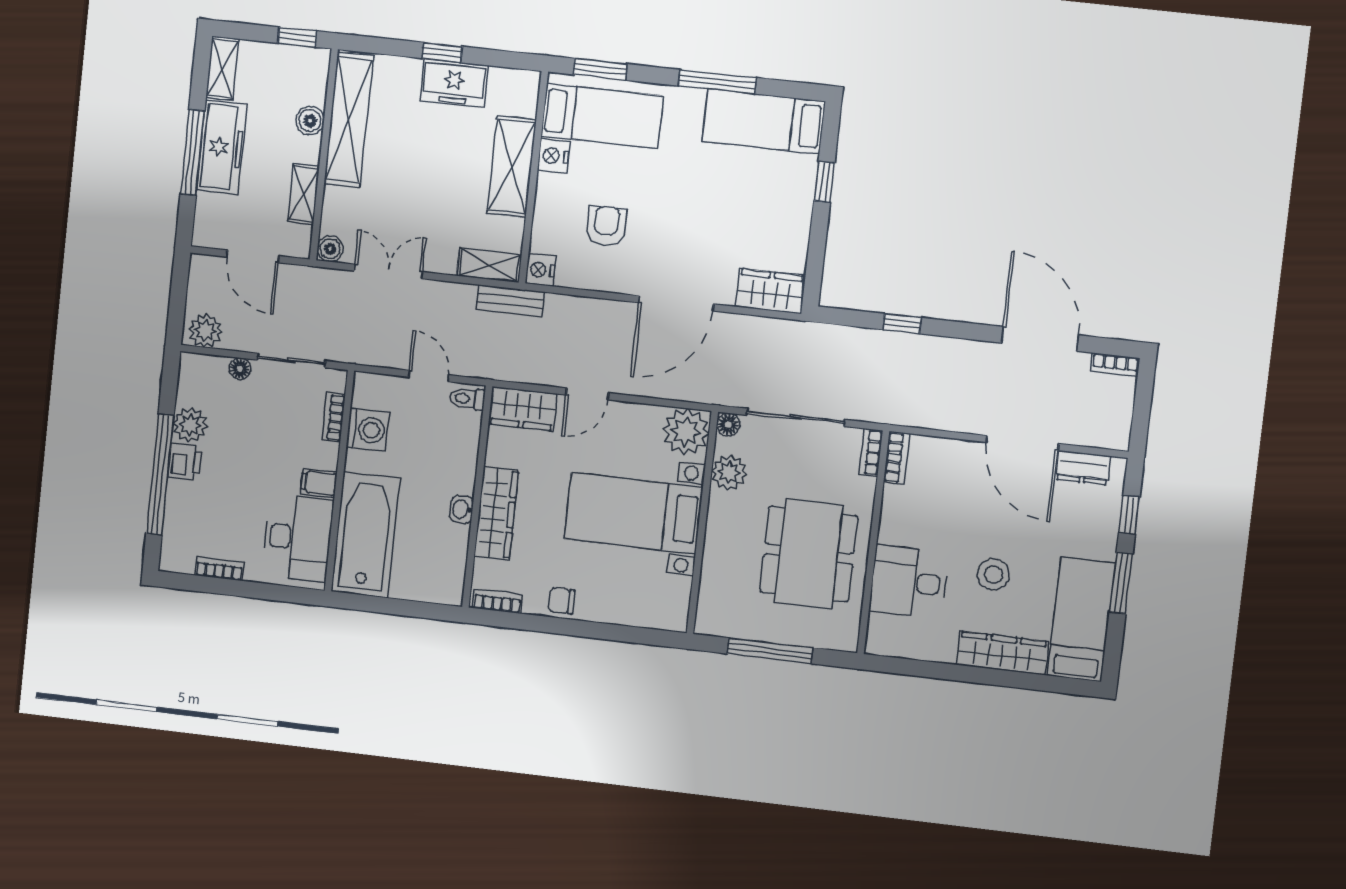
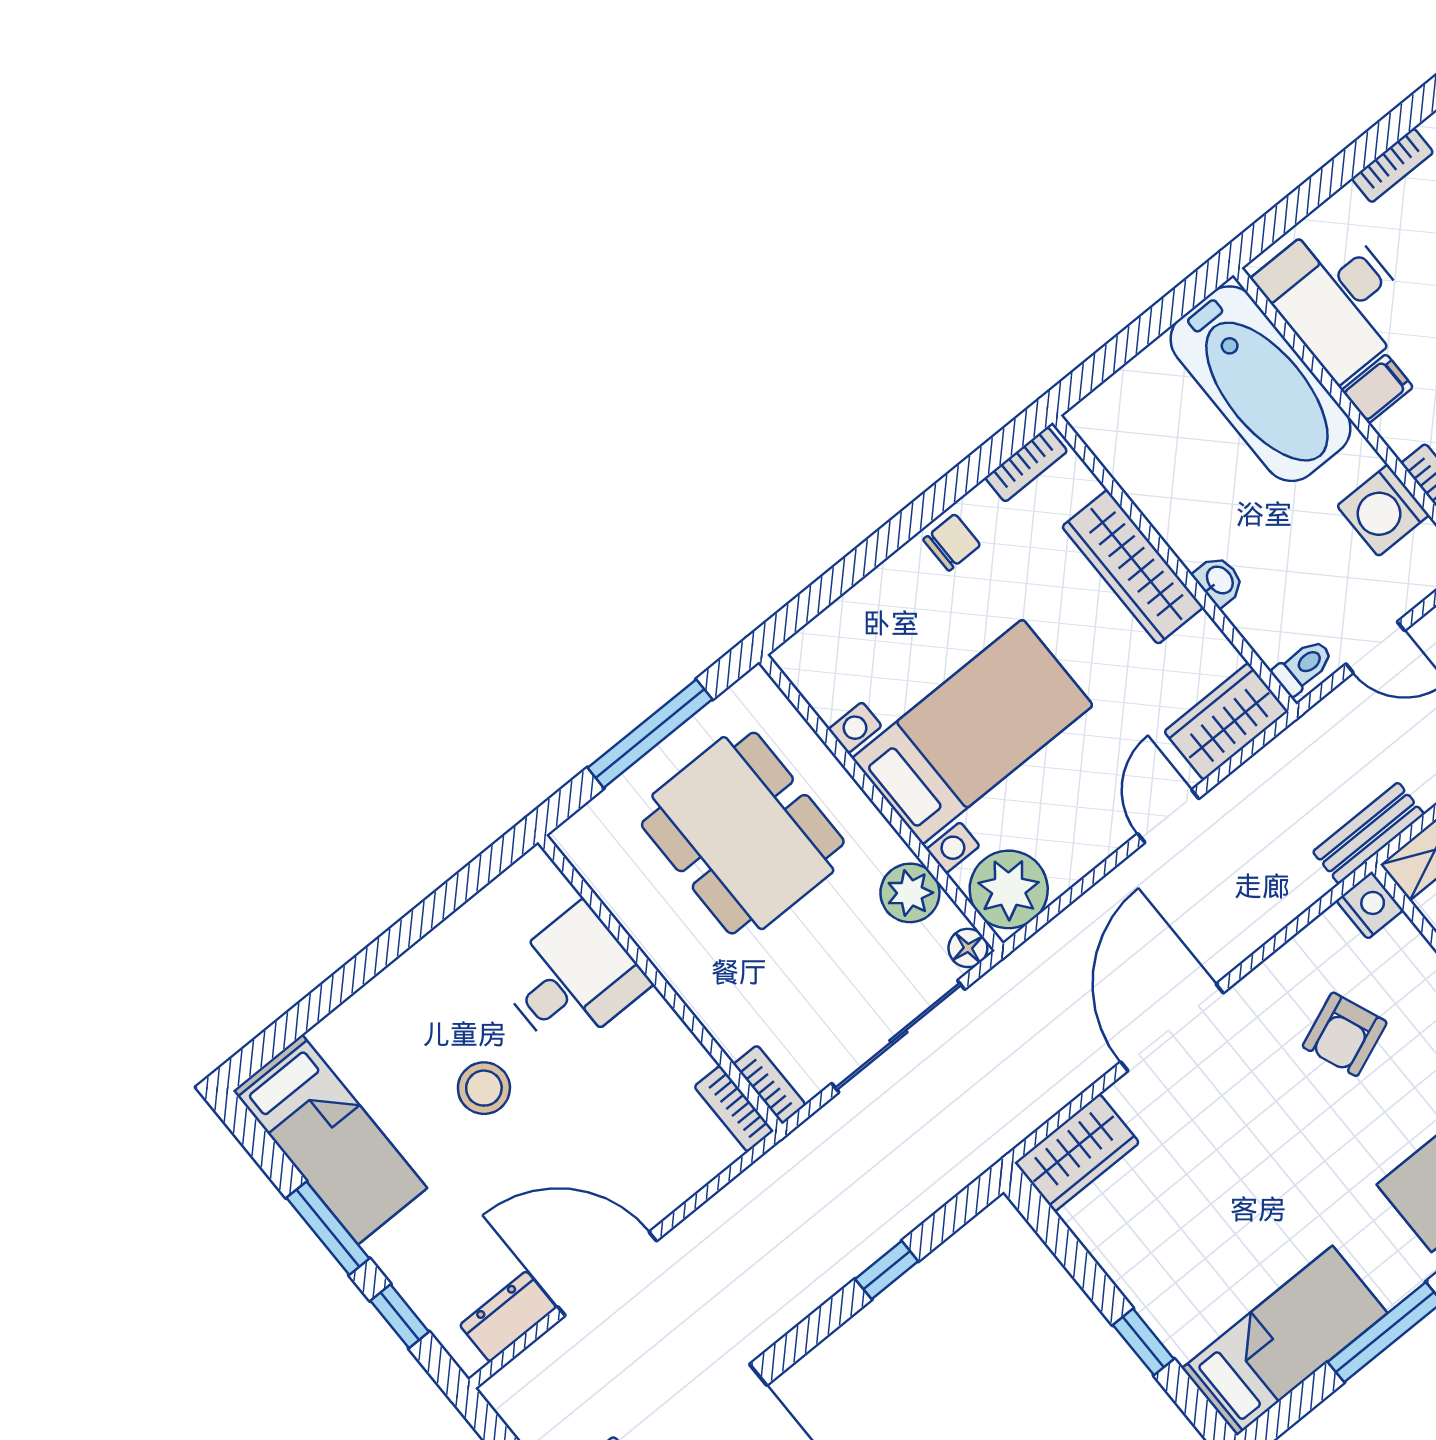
armchair: (606, 226) -> (1345, 1034), turned 68
washbasin: (462, 509) -> (1219, 581), moved
dining table: (809, 554) -> (743, 833), moved
wardrobe: (1002, 653) -> (380, 1007), removed

